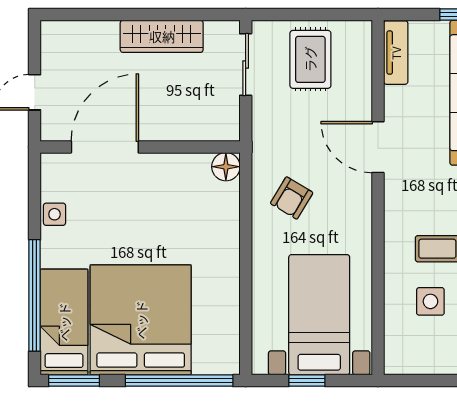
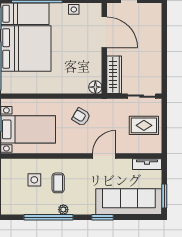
wardrobe: (162, 36) -> (114, 75), moved, turned 180

